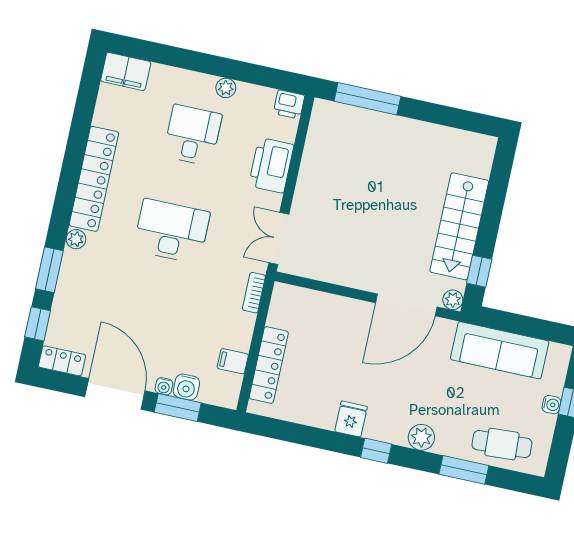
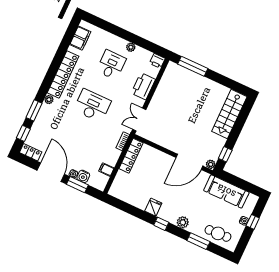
filing cabinet: (126, 71) -> (80, 38), moved, turned -90
stairs: (459, 226) -> (229, 114), moved
locker: (269, 365) -> (131, 156), moved

